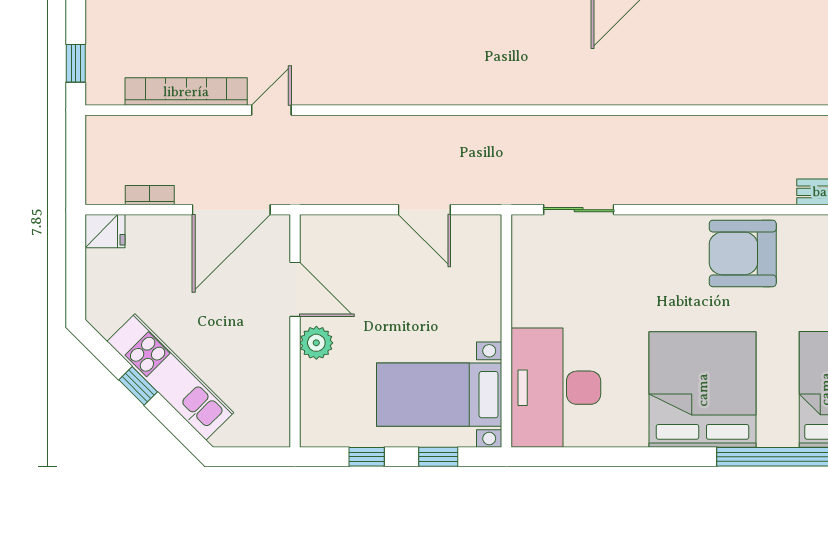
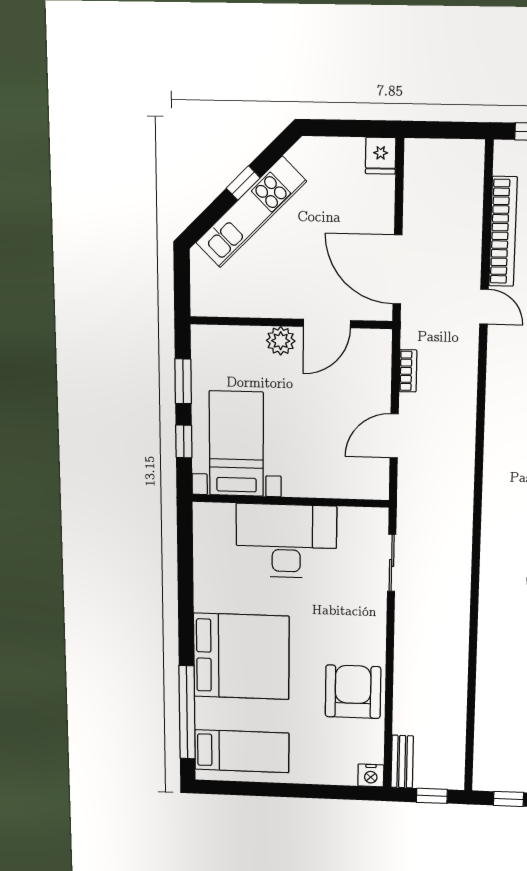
bookcase: (150, 195) -> (408, 371), moved
desk: (556, 388) -> (286, 541), moved
window: (367, 457) -> (183, 381), width x1.50

